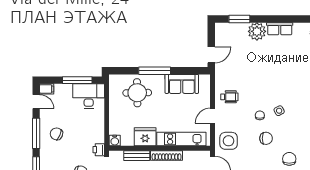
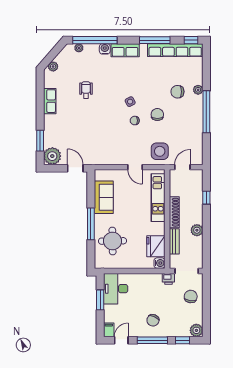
plant: (257, 31) -> (52, 156), moved
window: (77, 80) -> (100, 300), width x0.69
wheelchair: (229, 97) -> (86, 90), moved
fridge: (145, 137) -> (156, 246), moved

